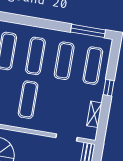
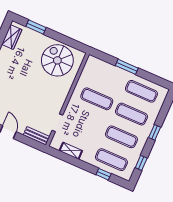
window: (50, 24) -> (155, 132), added
window: (88, 31) -> (141, 163), width x0.46
window: (109, 88) -> (104, 174), moved

